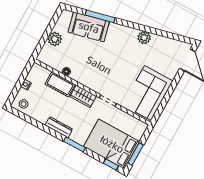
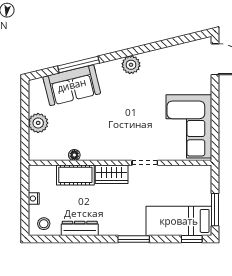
plant: (144, 38) -> (131, 65), moved
dresser: (59, 127) -> (80, 228), moved
bed: (112, 144) -> (179, 221), width x0.67

